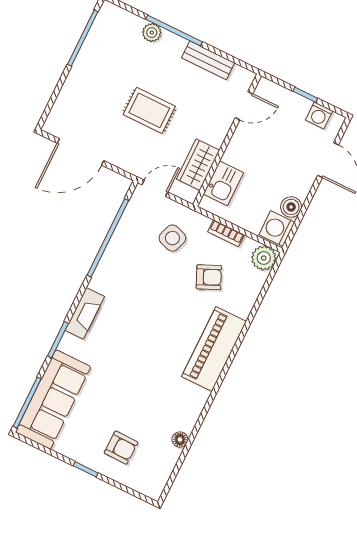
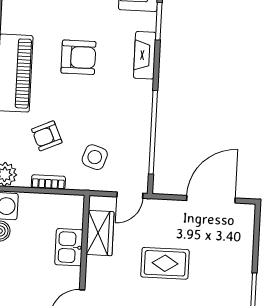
kitchen sink: (223, 183) -> (69, 247), moved
armchair: (148, 338) -> (78, 57), added

